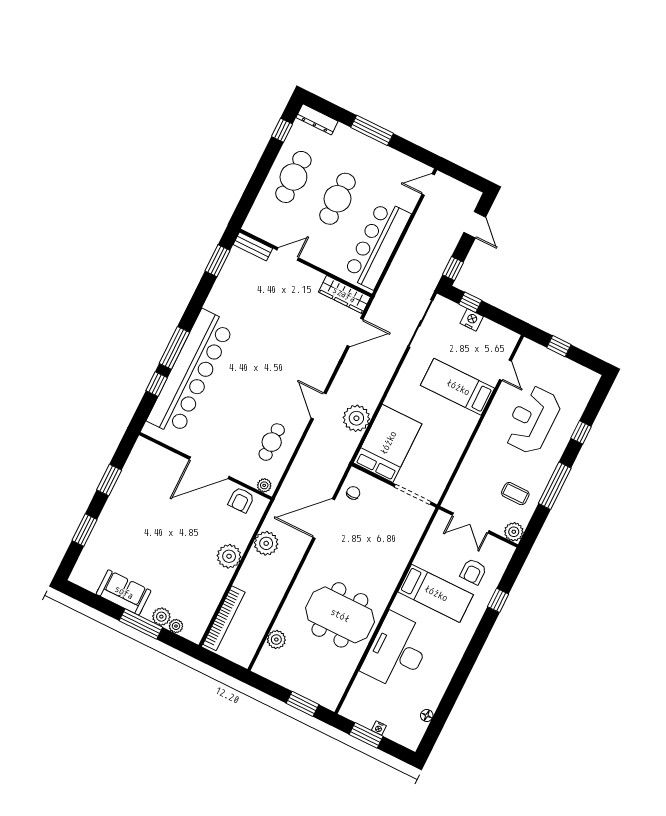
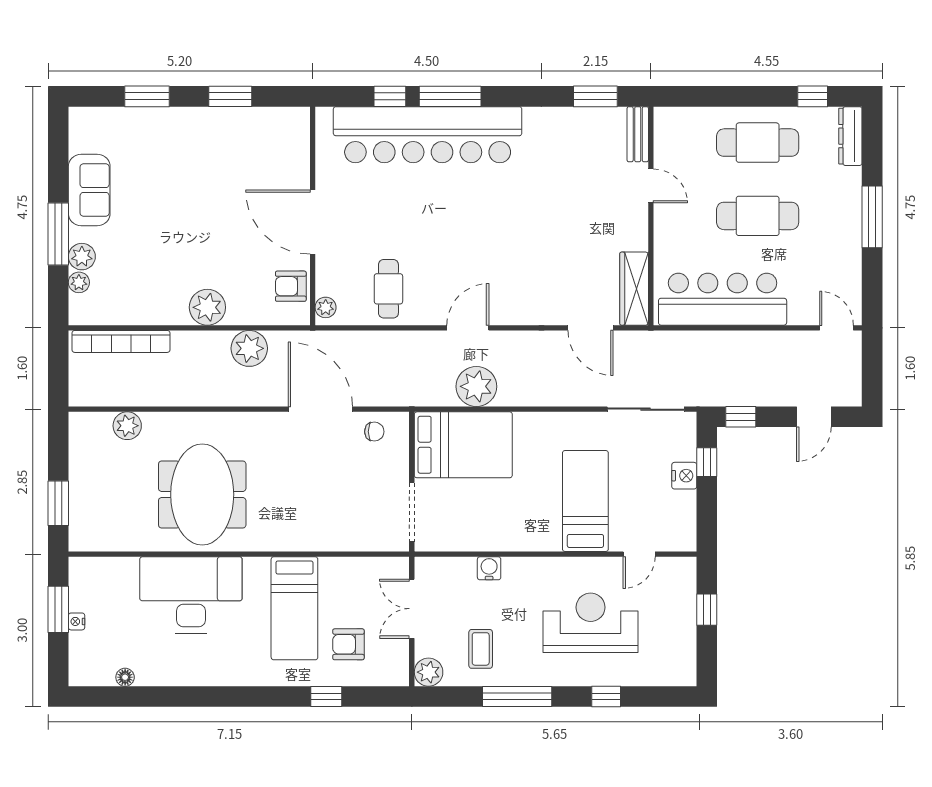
cafe table: (272, 442) -> (388, 289), turned 90
water cooler: (469, 465) -> (489, 568), added

